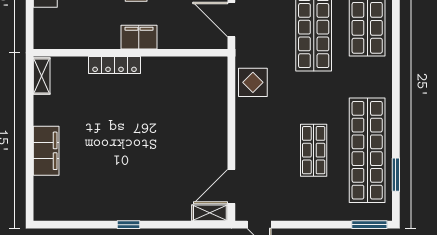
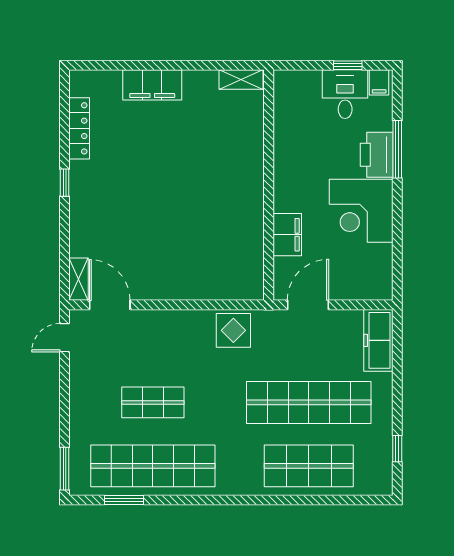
filing cabinet: (139, 37) -> (287, 235), moved
locker: (115, 65) -> (79, 128), moved, turned 180

